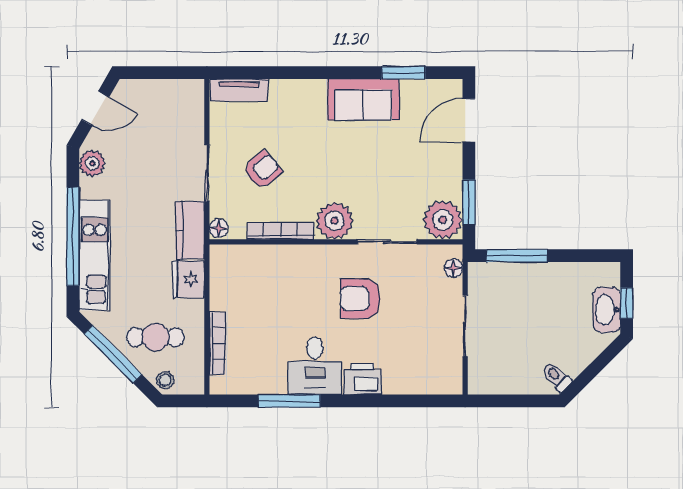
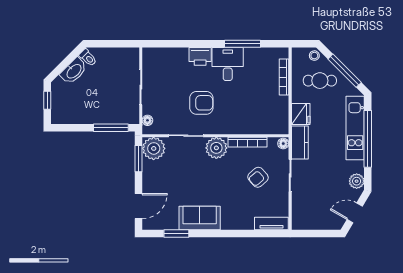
washbasin: (607, 310) -> (74, 71), moved, turned 45

